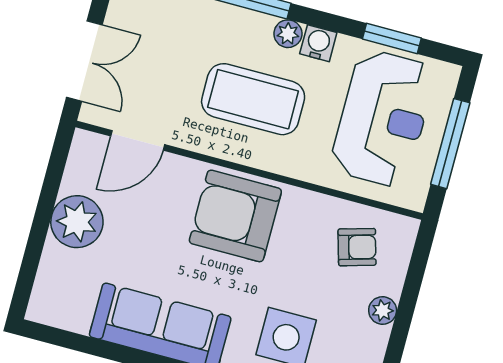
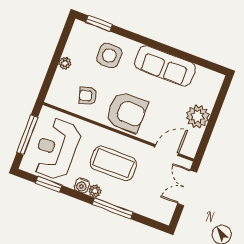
armchair: (357, 247) -> (88, 96), moved

